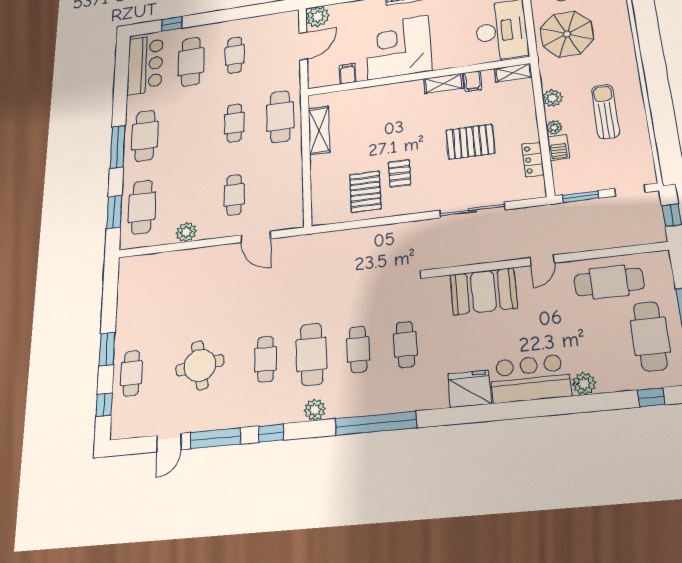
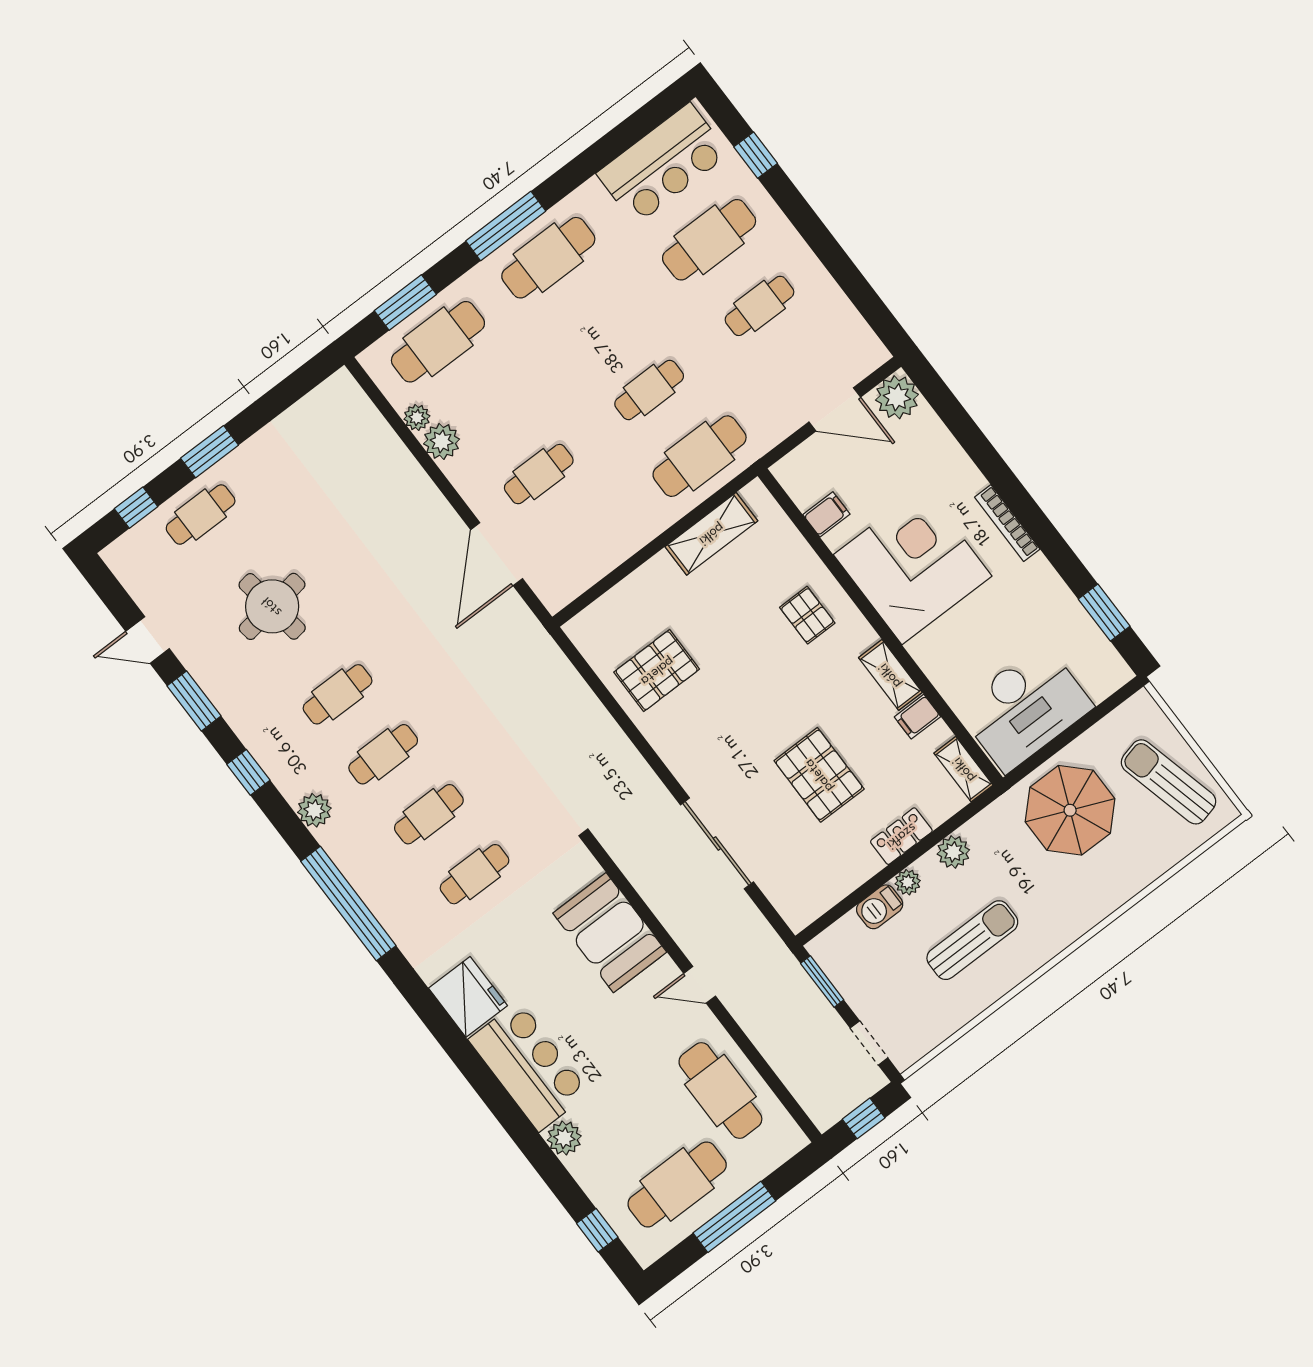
locker: (533, 159) -> (901, 836), moved
pallet: (400, 173) -> (807, 615), moved, turned 90
plant: (167, 237) -> (417, 417), added
door: (256, 237) -> (497, 554), width x1.36
cafe table: (312, 354) -> (383, 754), width x0.73, depth x0.74
window: (216, 438) -> (194, 701), width x0.69

